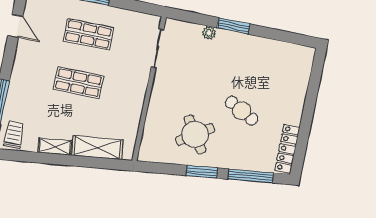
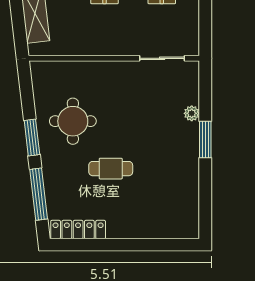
cafe table: (242, 111) -> (111, 169), turned 62
round table: (195, 134) -> (73, 121), turned 33

